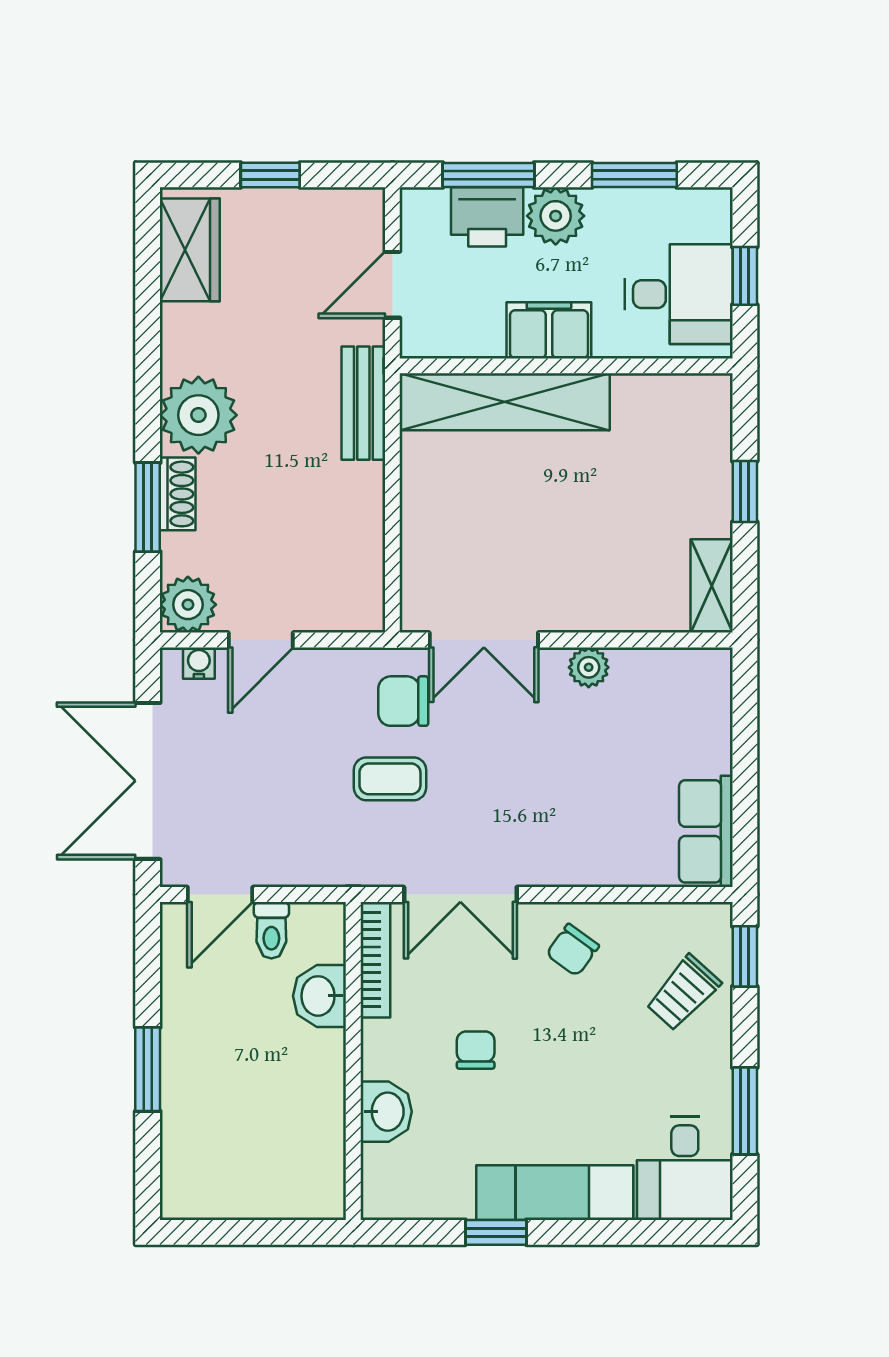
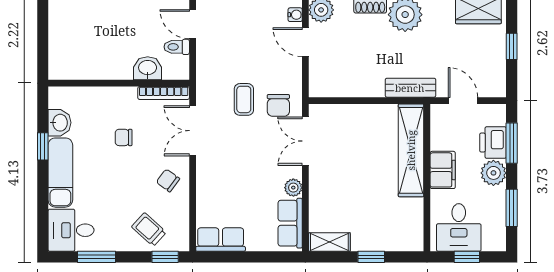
row of seats: (669, 674) -> (290, 223), added
chair: (403, 701) -> (278, 105), turned 180
chair: (476, 1050) -> (124, 137), turned 180
washbasin: (386, 1112) -> (59, 123), moved, turned -90

